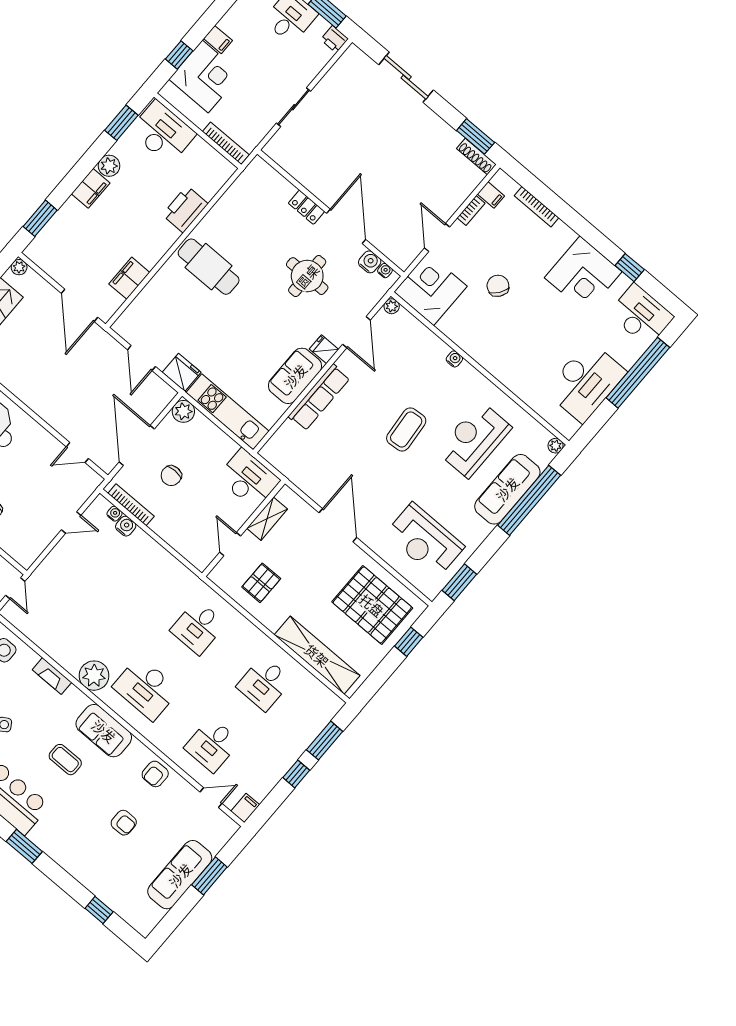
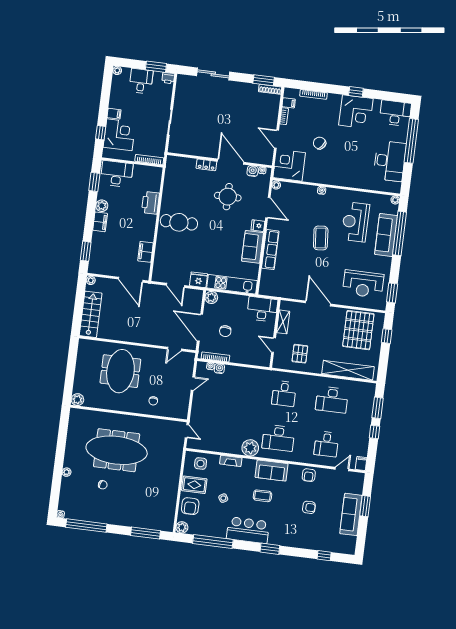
window: (630, 268) -> (356, 92), moved
pallet: (372, 605) -> (358, 330), turned 90
desk: (264, 684) -> (332, 400), width x1.37

